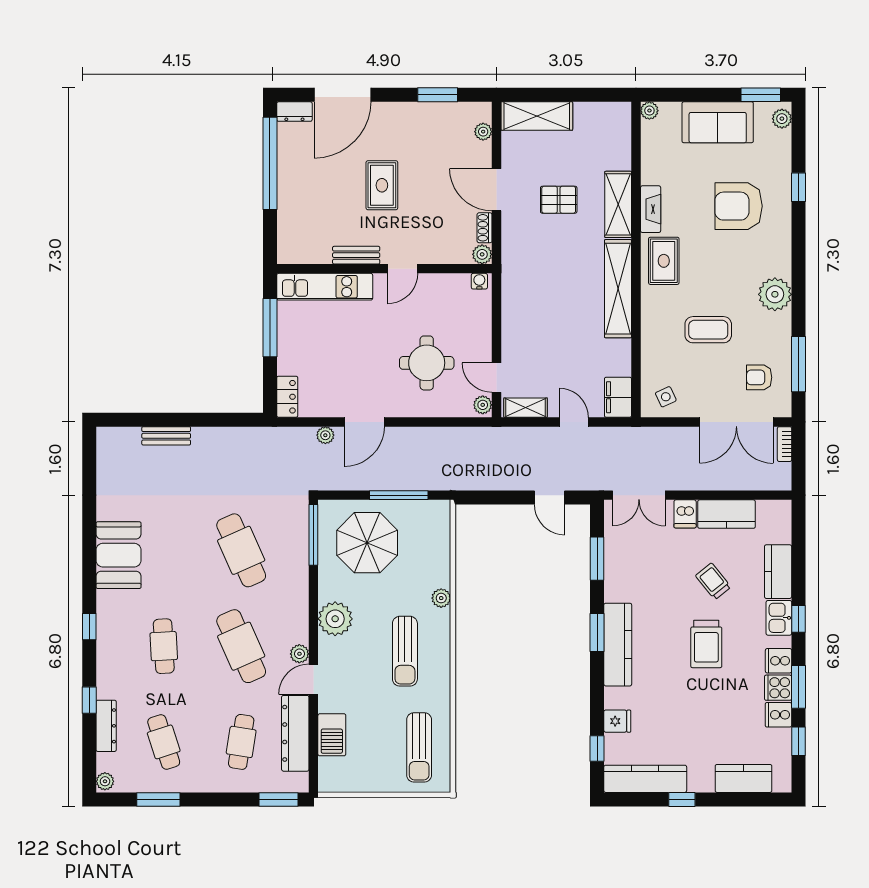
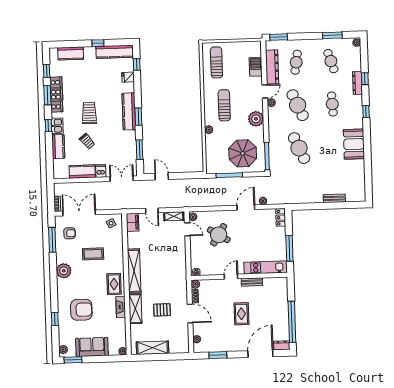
shelving: (537, 116) -> (153, 348), moved
round table: (427, 363) -> (219, 235), turned 32
dresser: (106, 726) -> (357, 83), moved

